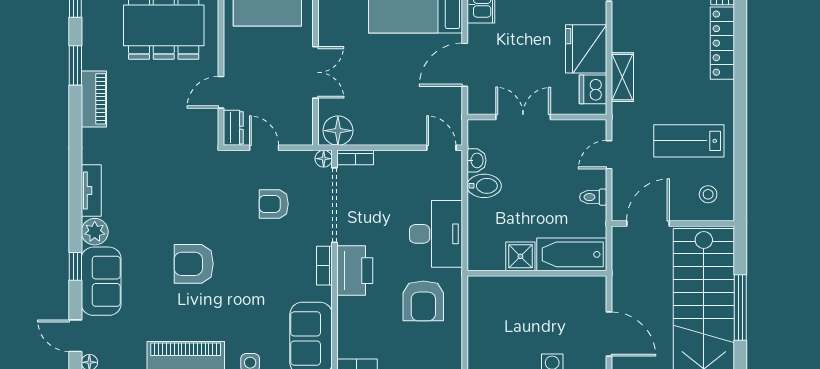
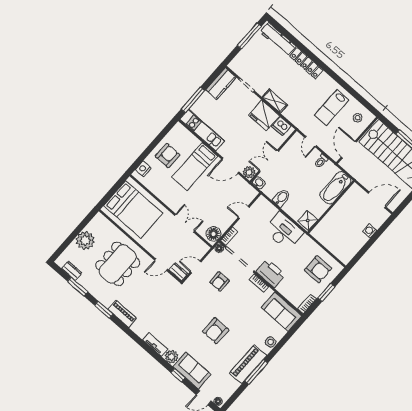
door: (465, 65) -> (230, 166), hinge flipped
shelving: (622, 77) -> (275, 101), moved
door: (221, 92) -> (161, 265), hinge flipped
plant: (479, 102) -> (249, 172), added
door: (441, 148) -> (244, 212), moved
washbasin: (476, 160) -> (259, 183), moved
shower: (520, 256) -> (308, 221), moved
armchair: (423, 301) -> (318, 269), moved

